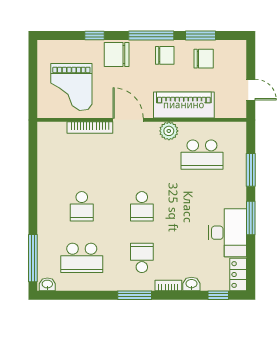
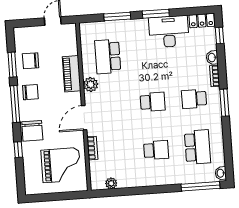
chair: (165, 55) -> (30, 92), turned 90
chair: (204, 59) -> (31, 61), turned -90
piano: (184, 105) -> (72, 74), width x0.73, depth x0.75
bookcase: (90, 128) -> (92, 148), width x0.64
plant: (44, 148) -> (111, 183), added
school desk: (202, 155) -> (108, 57), turned 180

